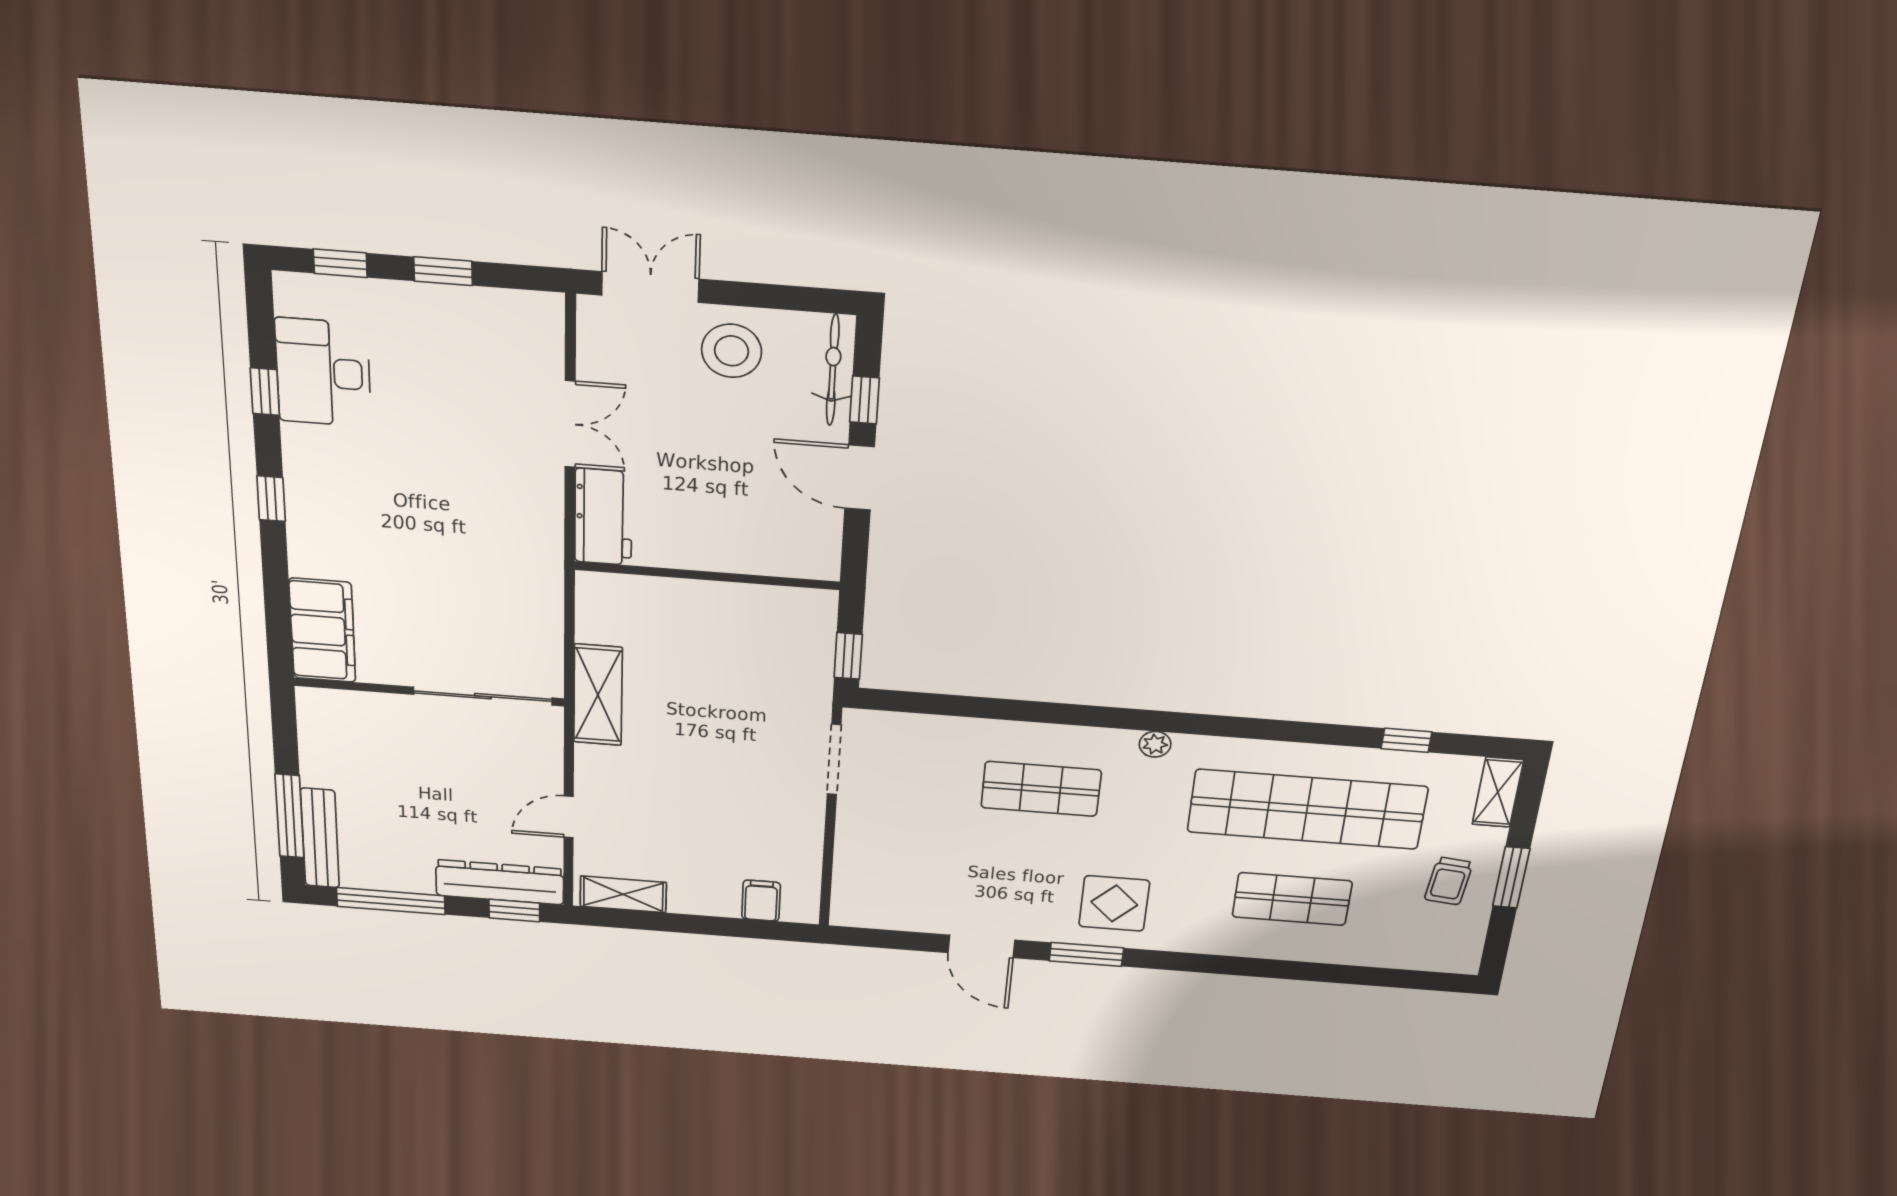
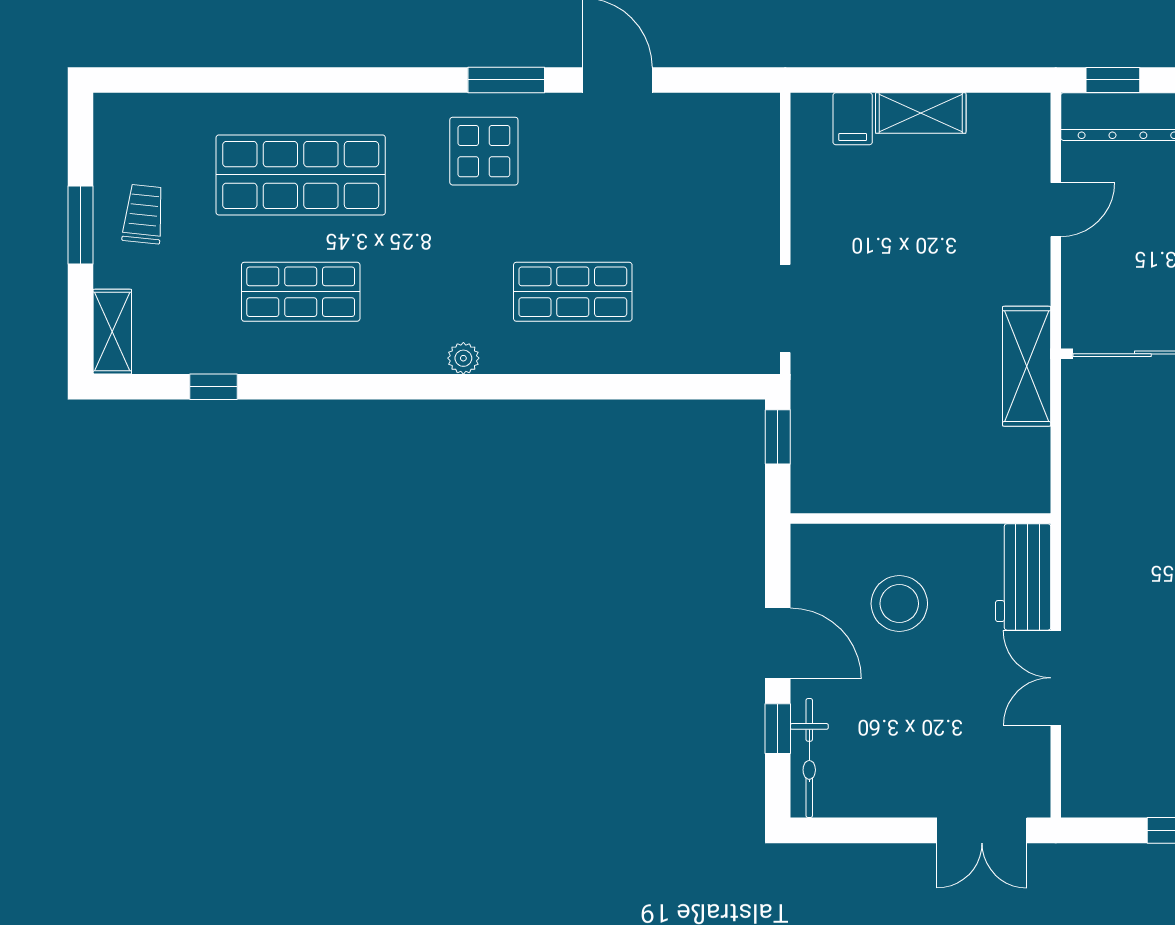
stool: (732, 351) -> (899, 604), moved
shop shelf: (1307, 809) -> (301, 292), width x0.50, depth x0.74
shelving: (623, 894) -> (921, 113), moved
shop shelf: (1292, 899) -> (301, 175), width x1.43, depth x1.36

